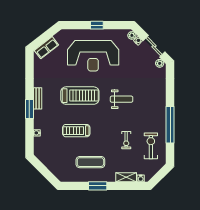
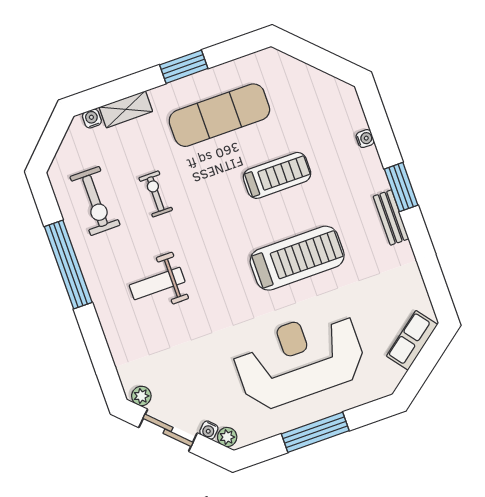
window: (97, 25) -> (315, 432), width x2.17
treadmill: (80, 96) -> (297, 258), turned 180
weight bench: (122, 99) -> (157, 283), moved
exercise mat: (90, 162) -> (219, 115), width x1.36, depth x1.45

